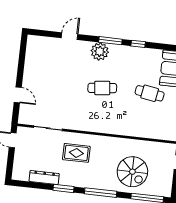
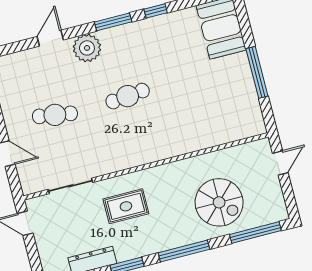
plant: (100, 51) -> (87, 48), moved
cafe table: (150, 93) -> (55, 115), moved

